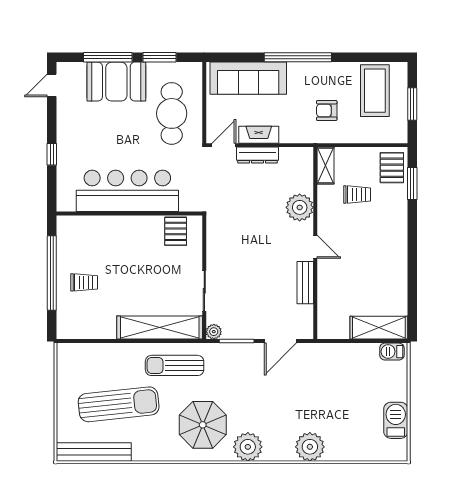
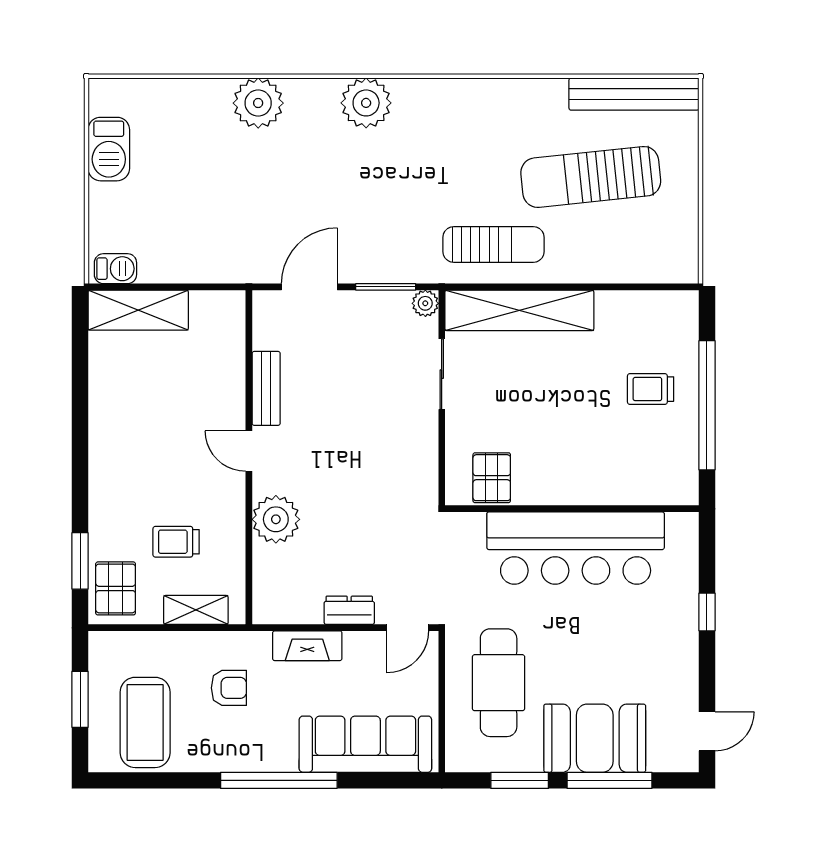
fireplace: (259, 135) -> (307, 646), moved
dresser: (257, 155) -> (349, 610), width x0.70
shelving: (325, 166) -> (196, 610), moved, turned 90
parasol: (203, 425) -> (444, 141), removed

